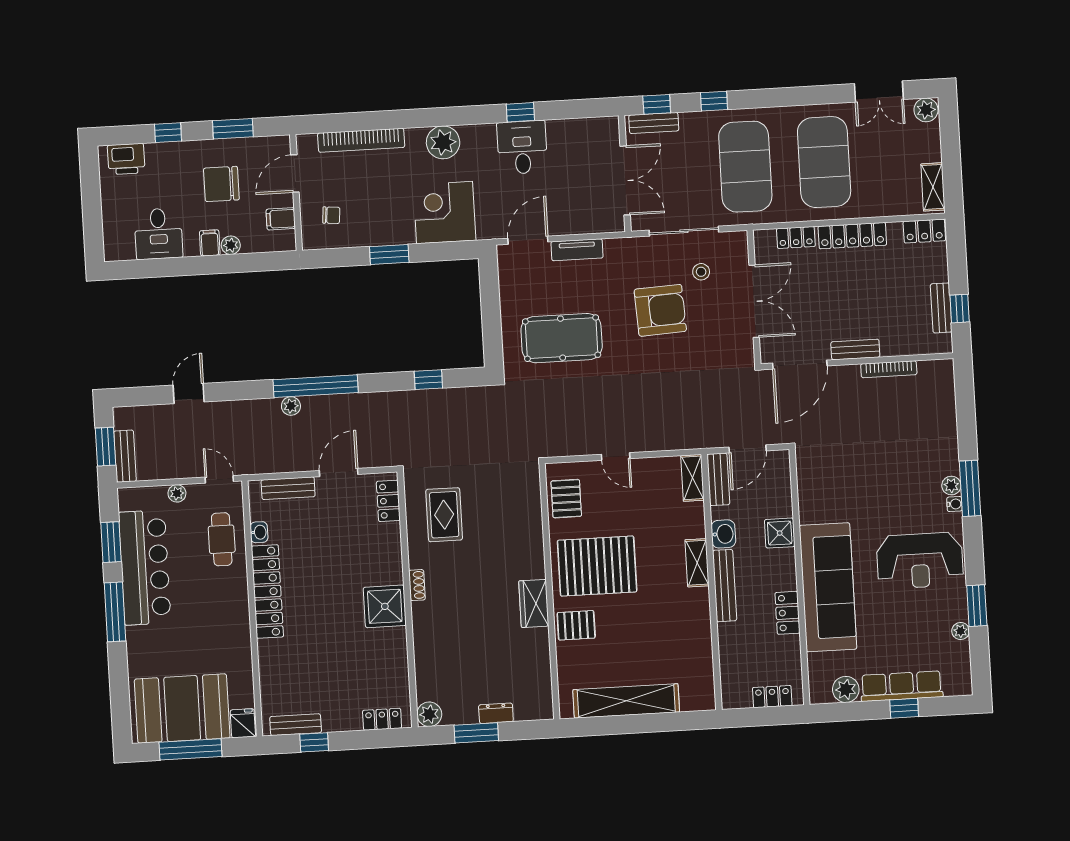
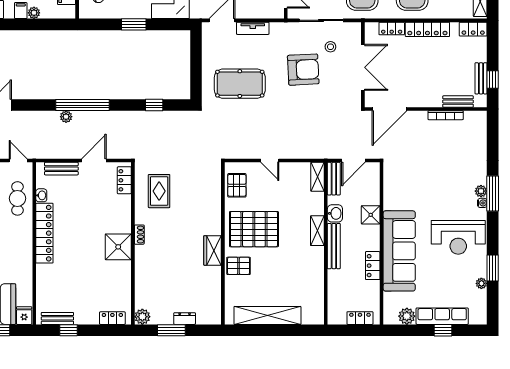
bench: (855, 349) -> (458, 102), moved

